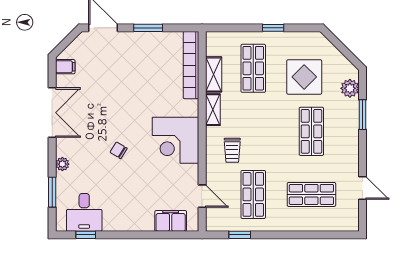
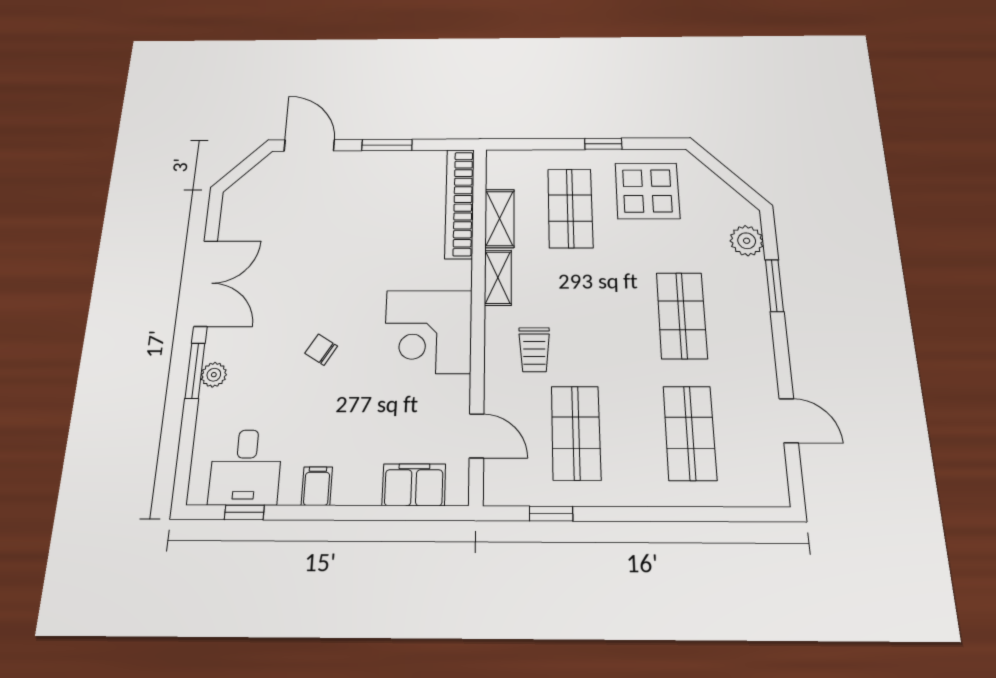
filing cabinet: (65, 67) -> (317, 486), moved, turned -90
display table: (304, 77) -> (647, 191), moved
window: (52, 192) -> (195, 371), moved
shop shelf: (311, 194) -> (690, 433), turned 90

